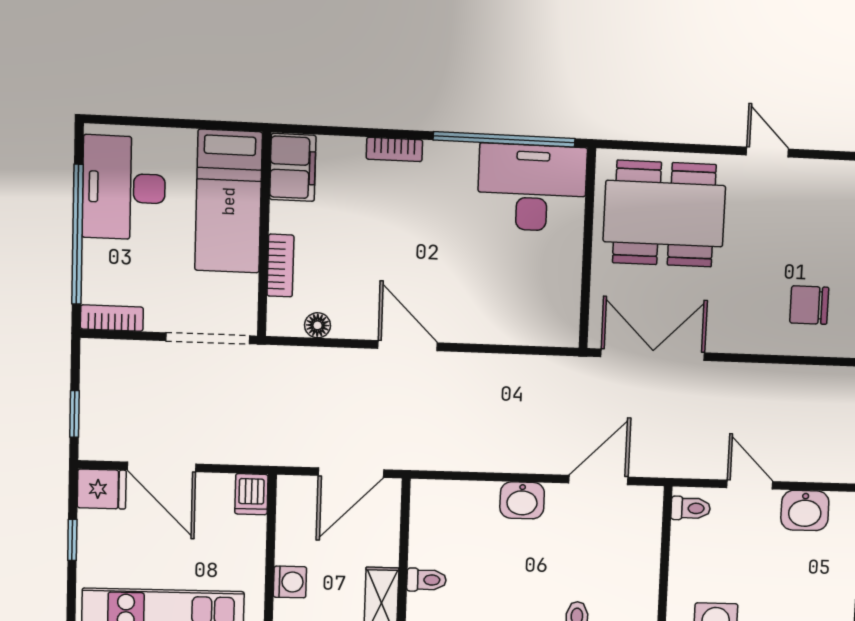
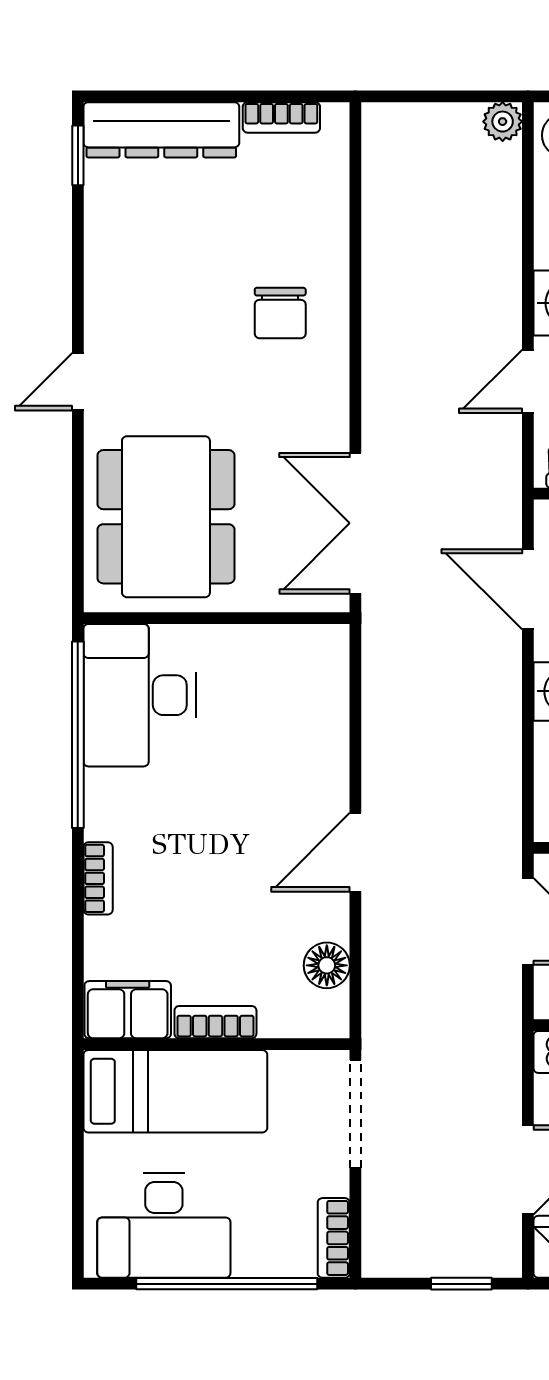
bookcase: (280, 266) -> (215, 1022), moved
floor lamp: (318, 325) -> (327, 965), width x1.37, depth x1.37

